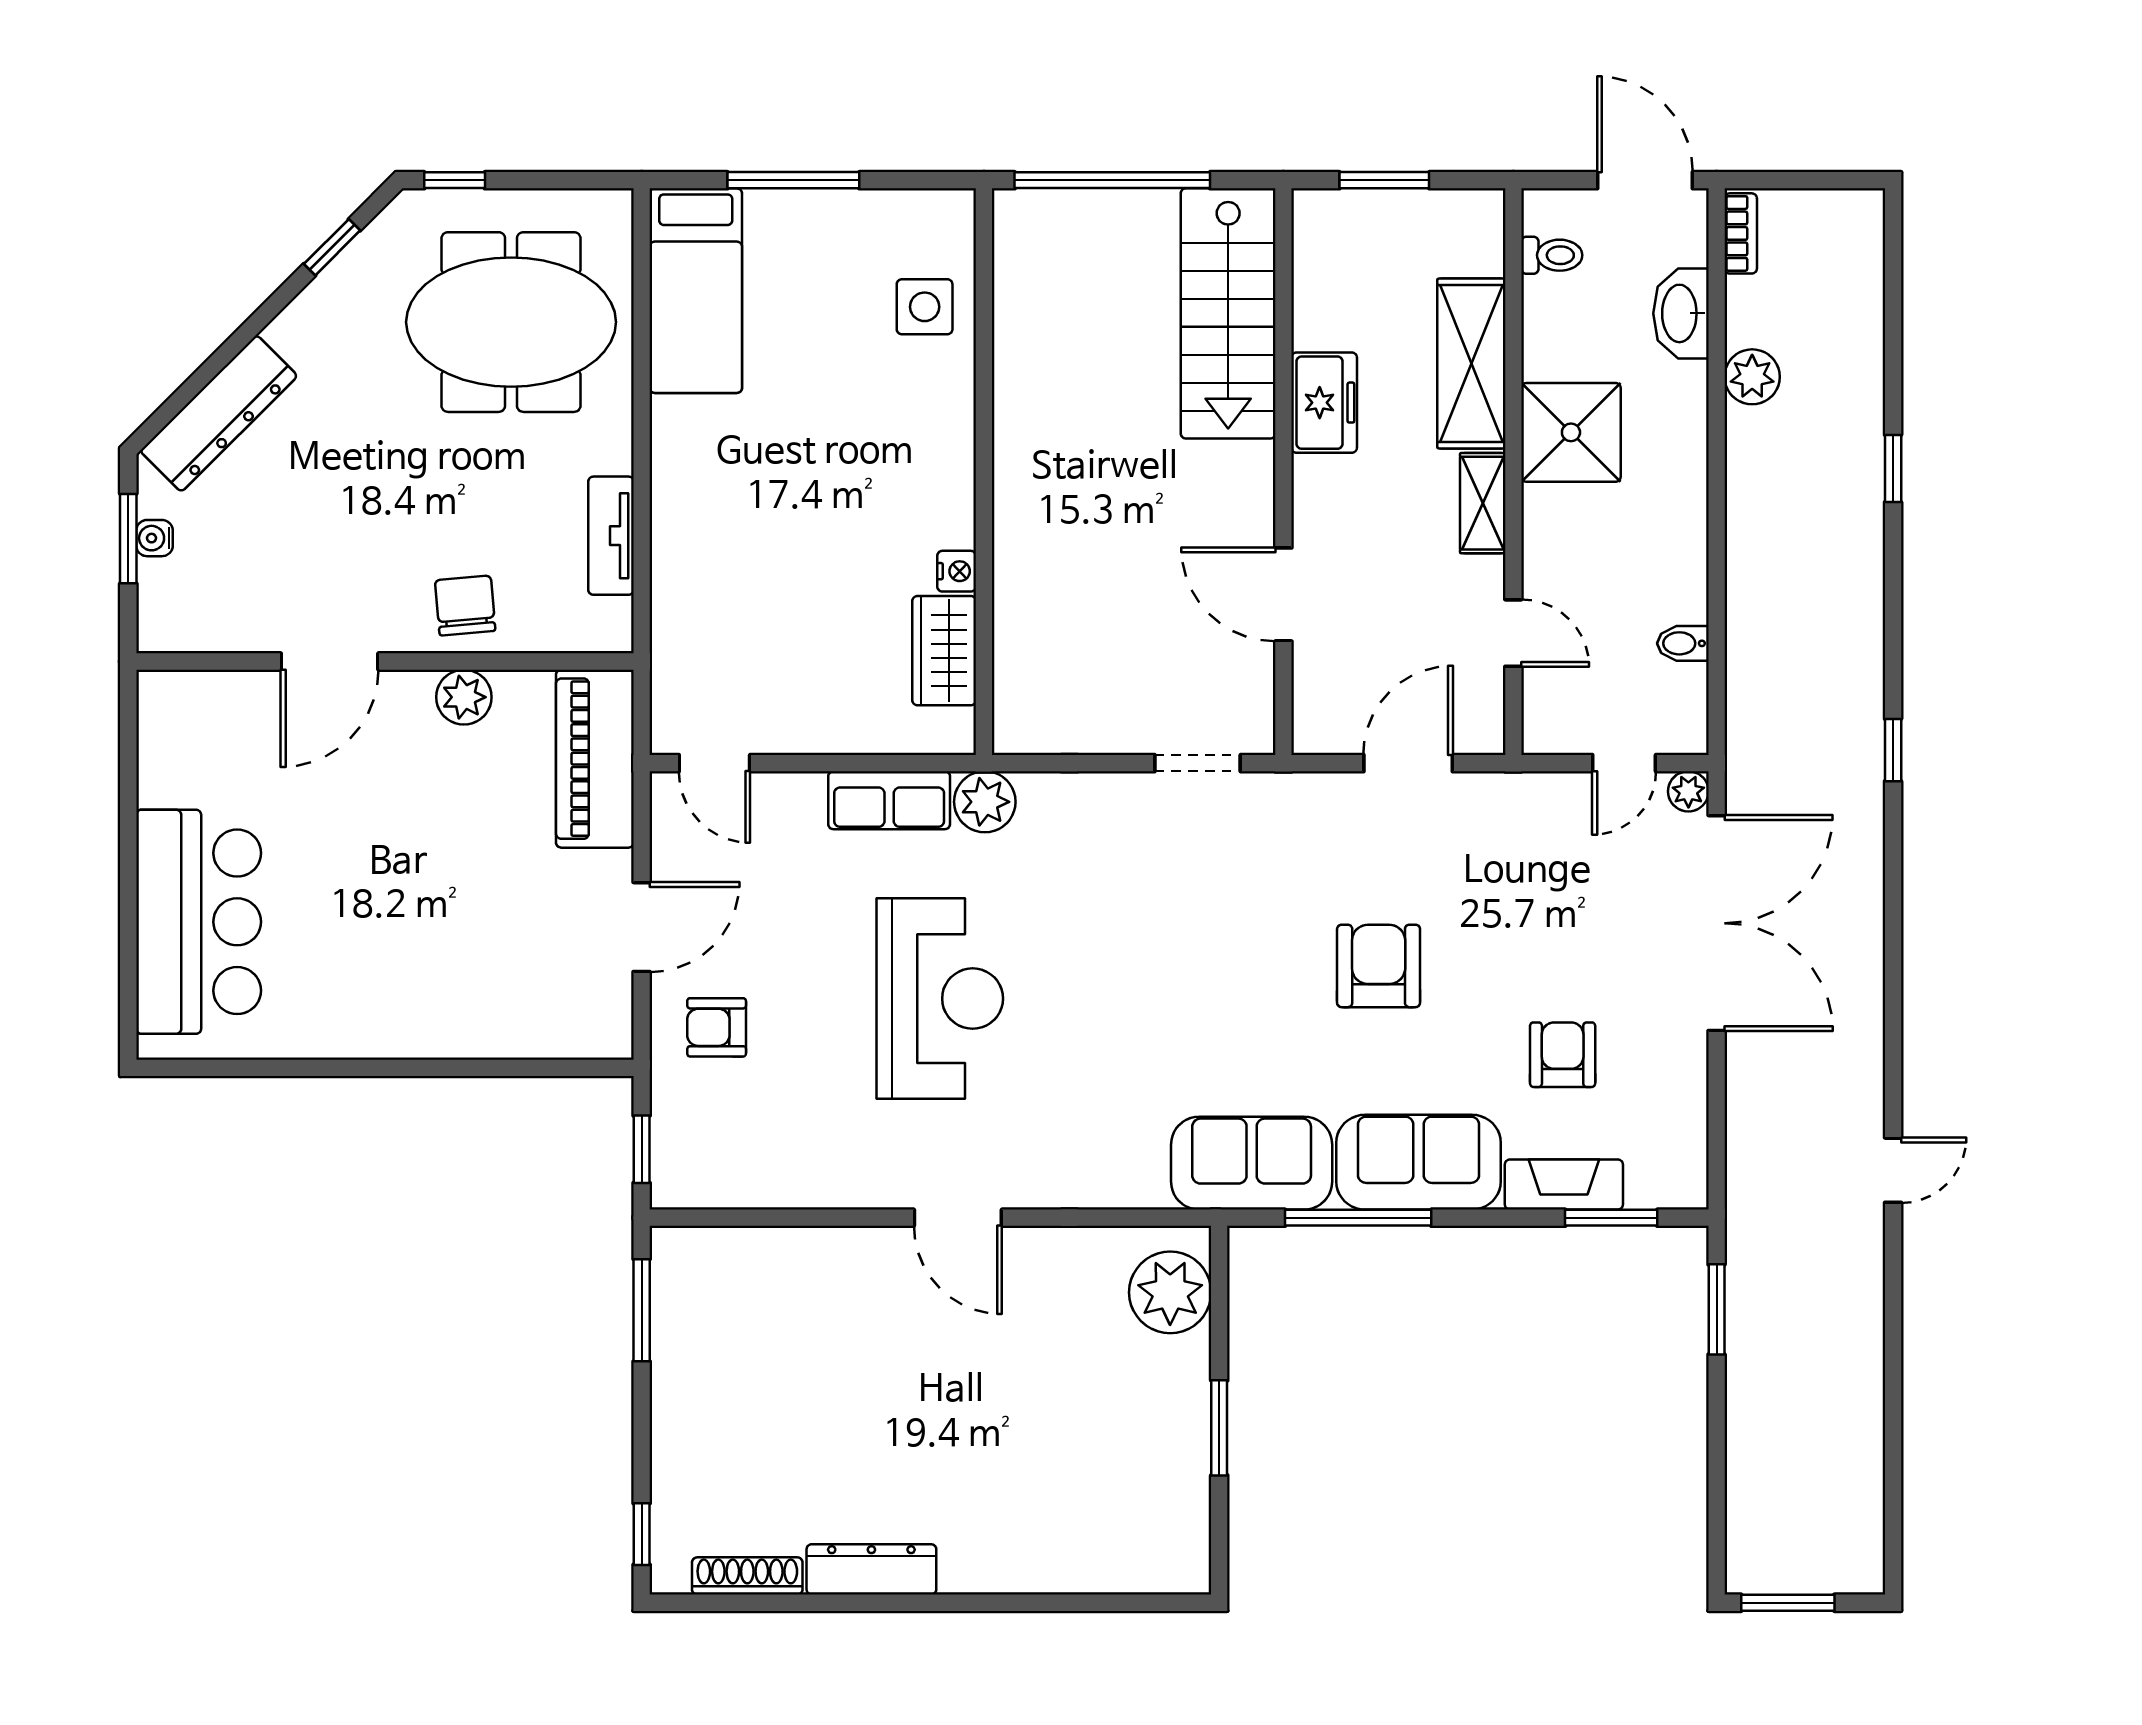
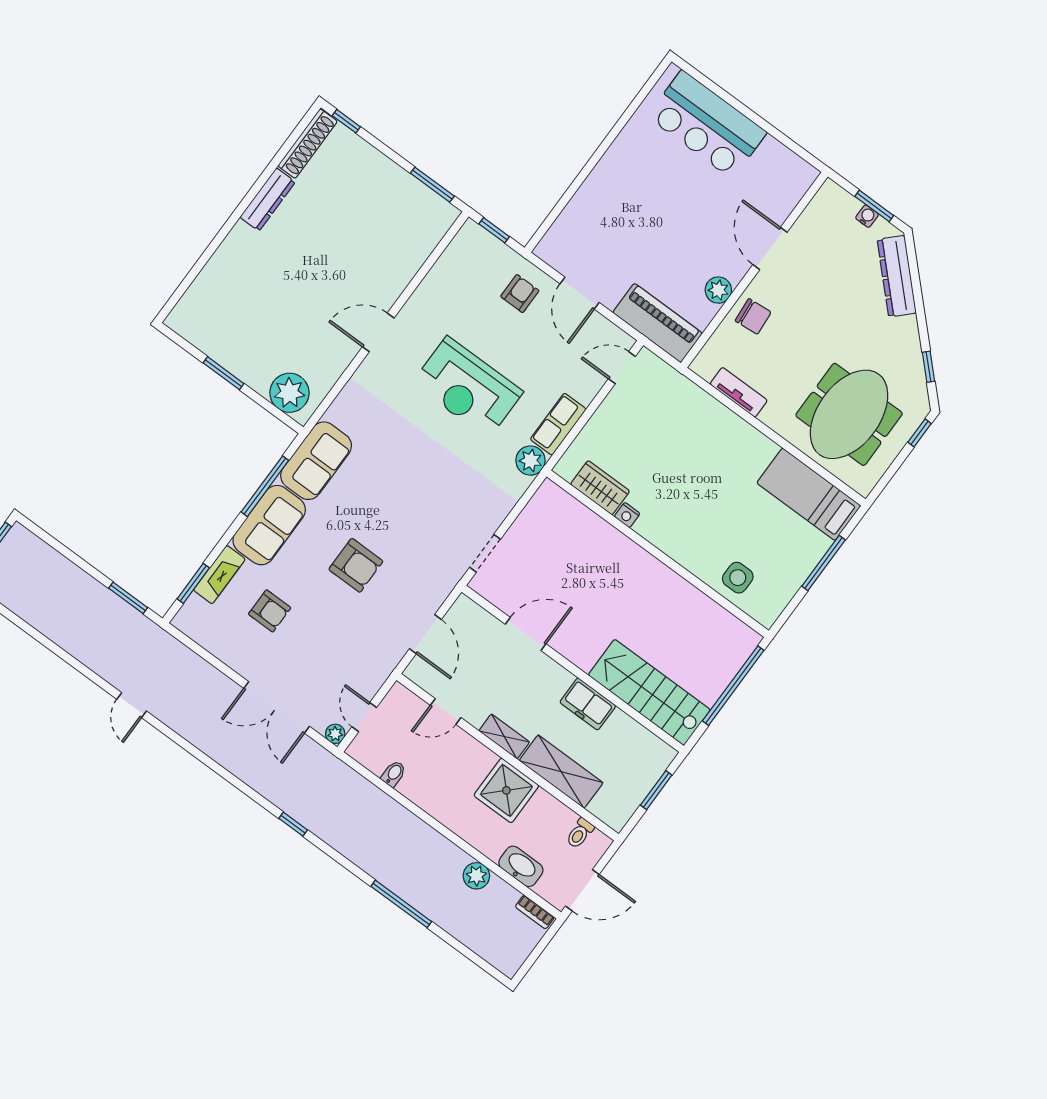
window: (1893, 468) -> (401, 904), width x2.17
double door: (1717, 923) -> (277, 707), width x0.73
shoe rack: (747, 1576) -> (308, 144), width x1.36, depth x1.24

